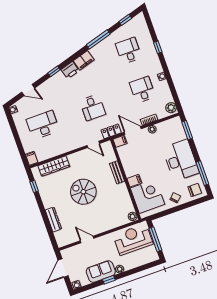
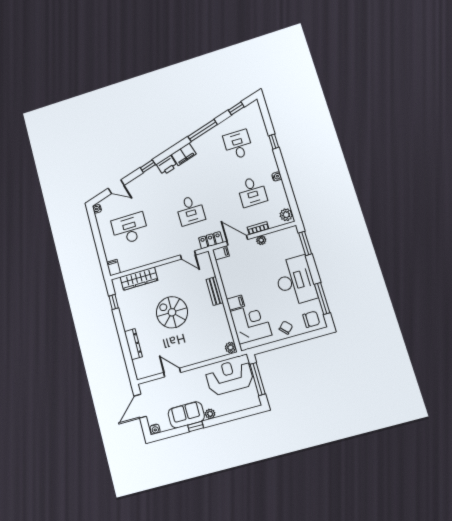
desk: (142, 90) -> (252, 192), turned 180

